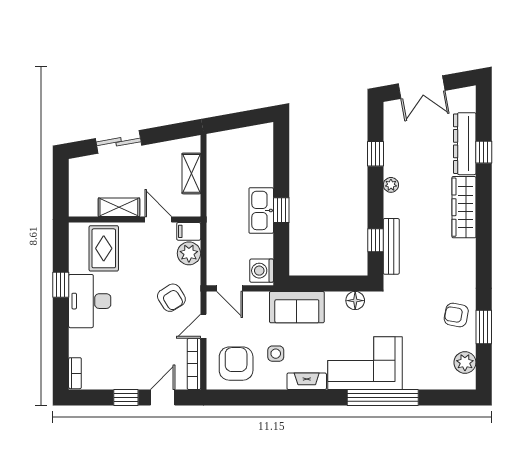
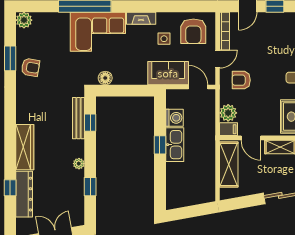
shelving: (191, 173) -> (229, 165), width x1.50, depth x1.33
washing machine: (262, 271) -> (174, 118), moved
armchair: (171, 298) -> (241, 80), turned -58
sofa: (297, 307) -> (168, 73), moved
plant: (465, 362) -> (24, 20), moved

